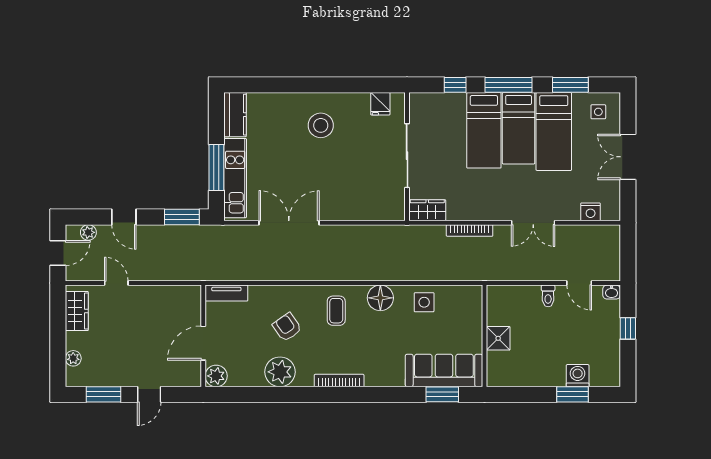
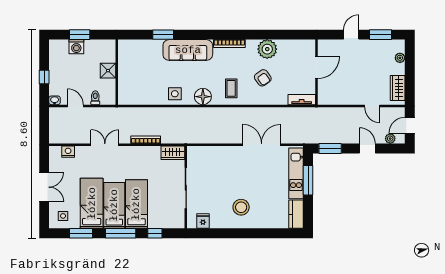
double door: (289, 223) -> (262, 145), swing flipped
wall: (484, 336) -> (117, 72), moved
shower: (498, 338) -> (108, 71), moved
sofa: (444, 370) -> (188, 50), moved
plant: (216, 376) -> (308, 46), removed

